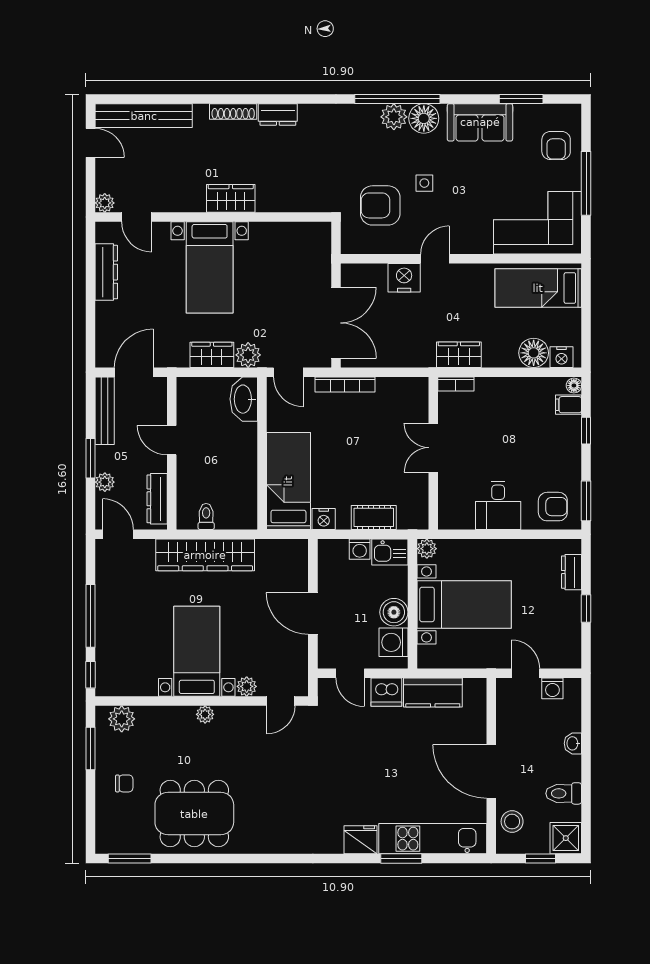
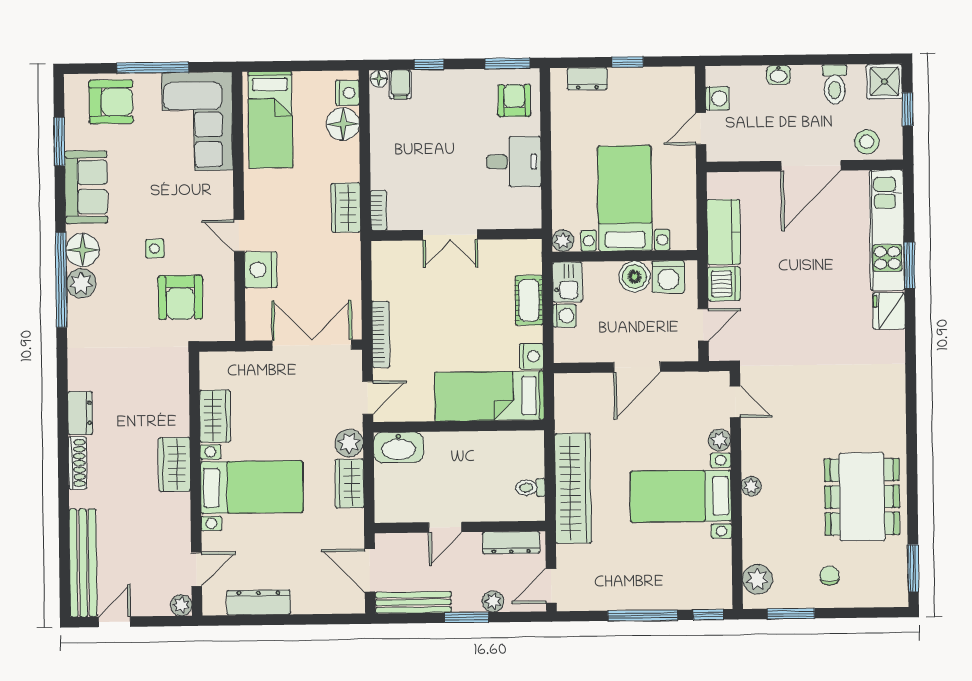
armchair: (556, 146) -> (111, 102), width x1.38, depth x1.38
wardrobe: (274, 235) -> (215, 416), added

